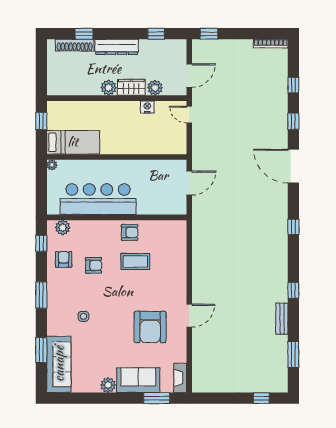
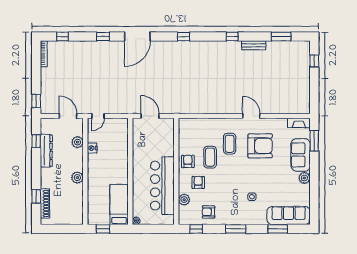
dresser: (117, 47) -> (46, 151), moved
window: (293, 85) -> (63, 37), moved
wardrobe: (131, 87) -> (77, 160), removed
plant: (63, 228) -> (184, 200), moved
armchair: (94, 265) -> (198, 182), moved
coffee table: (153, 287) -> (230, 144), added

